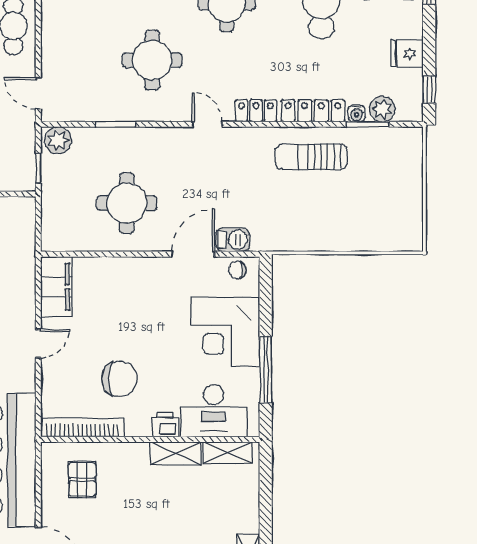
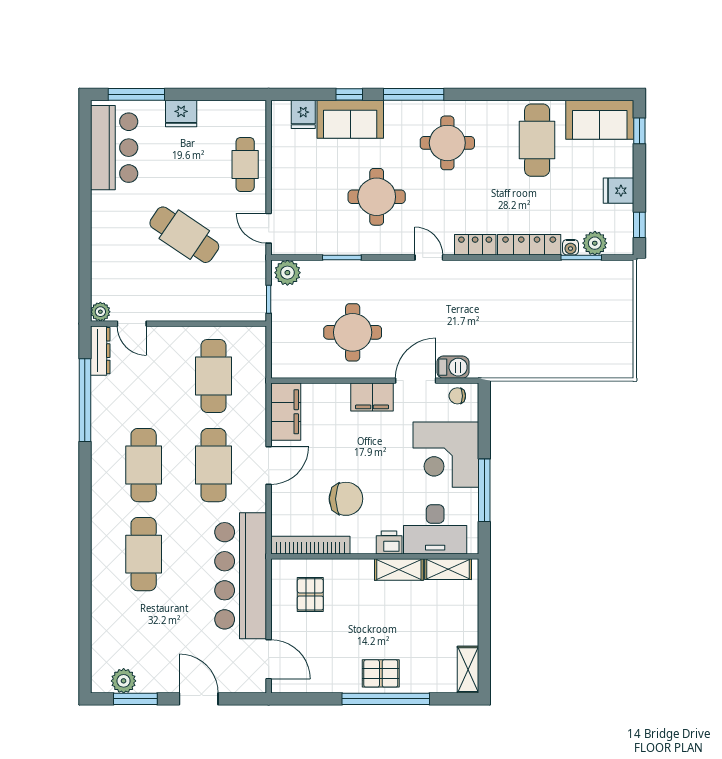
sun lounger: (311, 157) -> (528, 288), removed
filing cabinet: (147, 271) -> (372, 397), added
door: (38, 344) -> (269, 465), width x1.37

